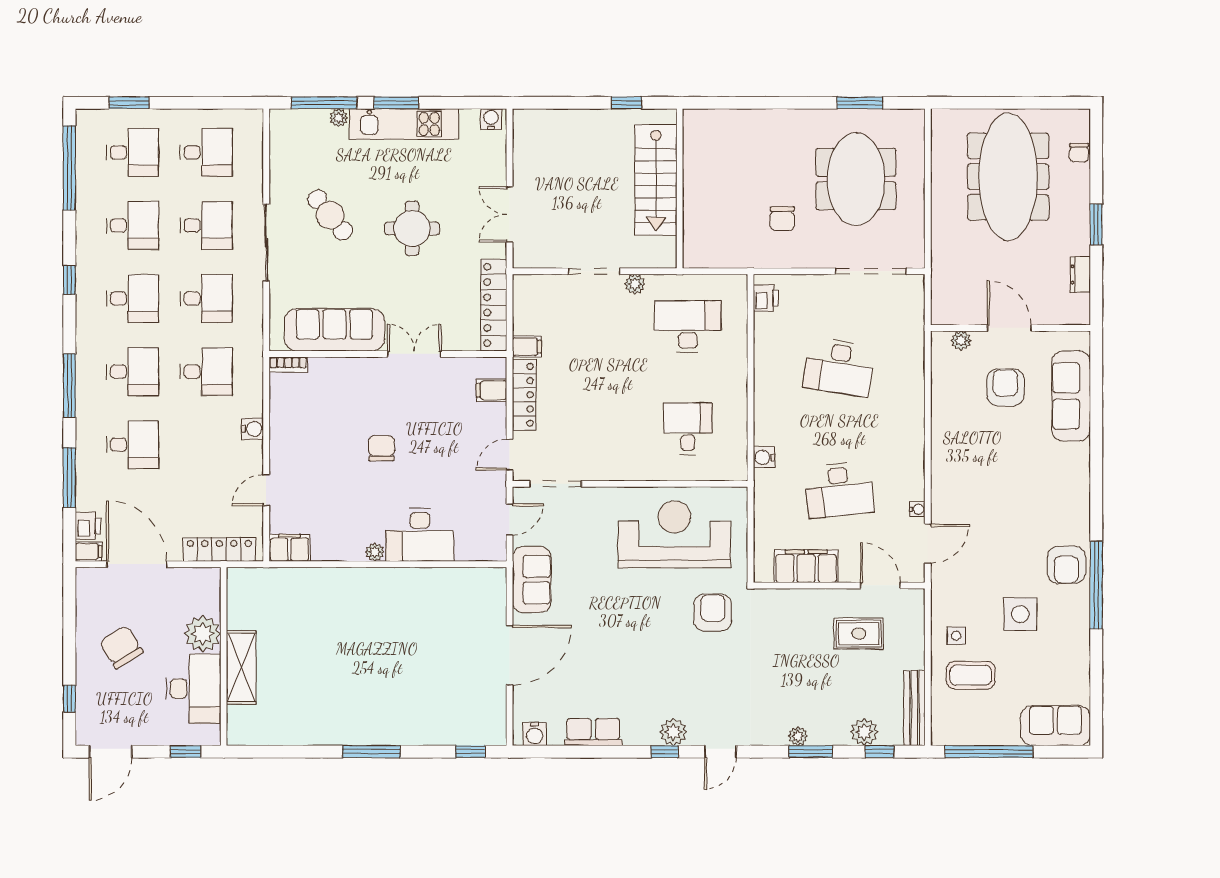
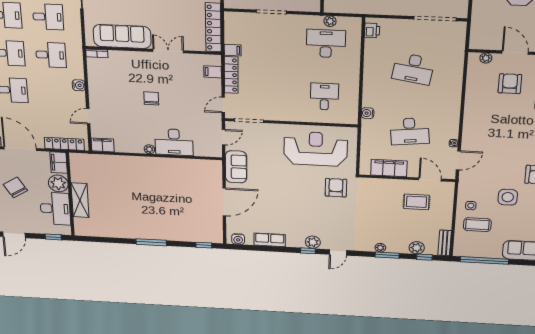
plant: (635, 284) -> (330, 21), moved
filing cabinet: (206, 589) -> (59, 162), added
bench: (914, 708) -> (445, 243), width x0.73

